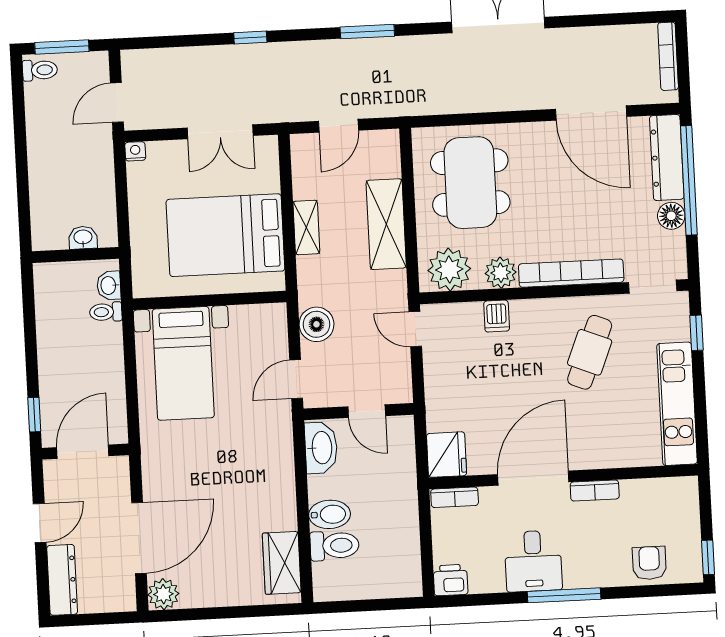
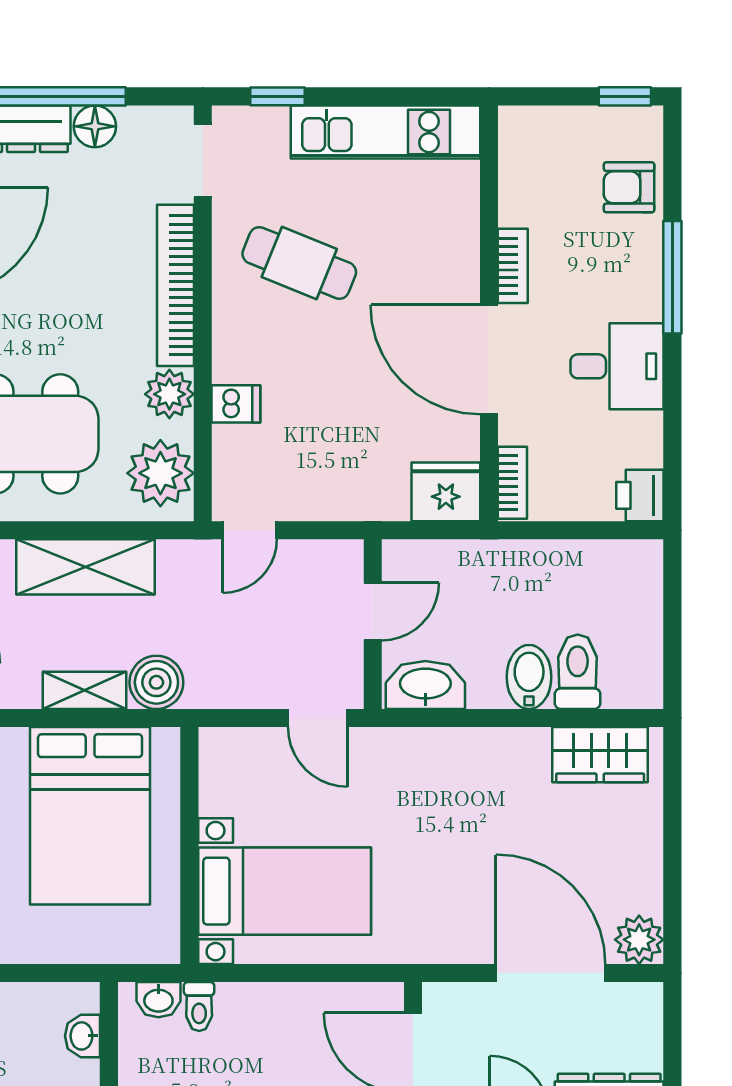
boiler: (316, 324) -> (156, 682), moved
window: (564, 595) -> (672, 277), moved

